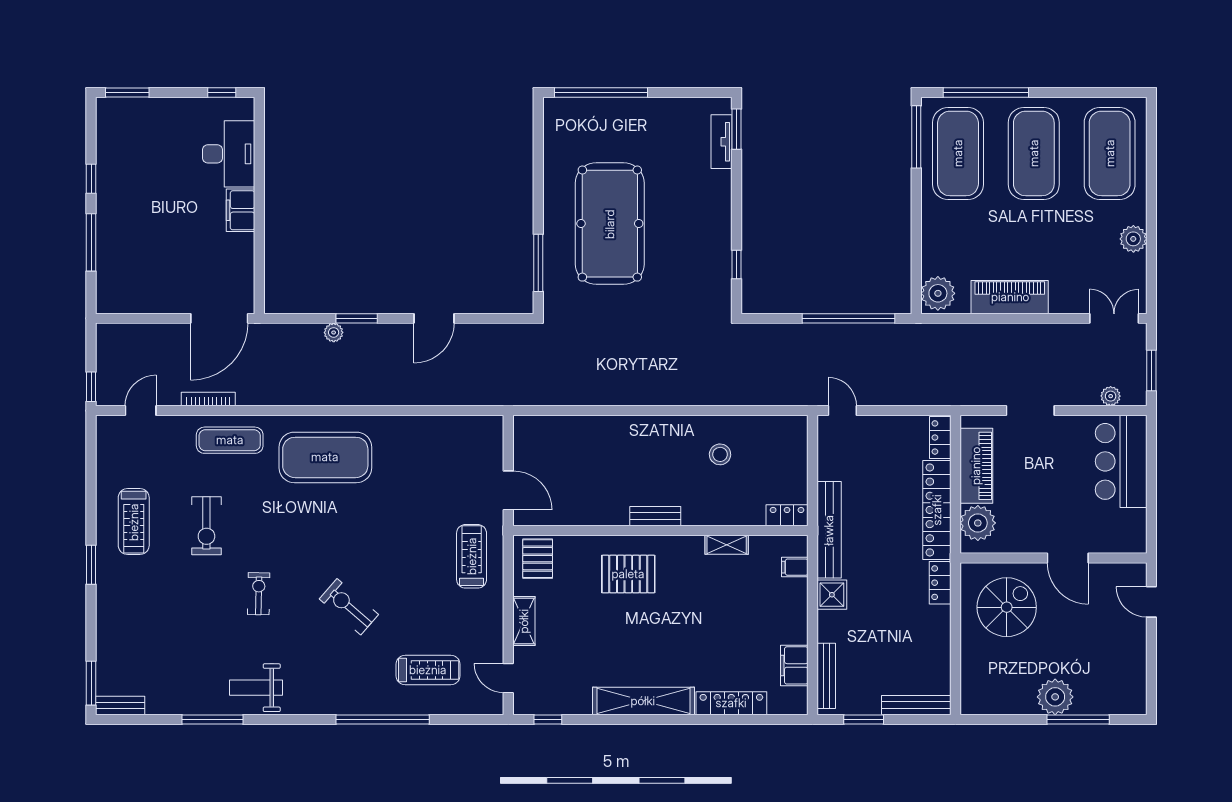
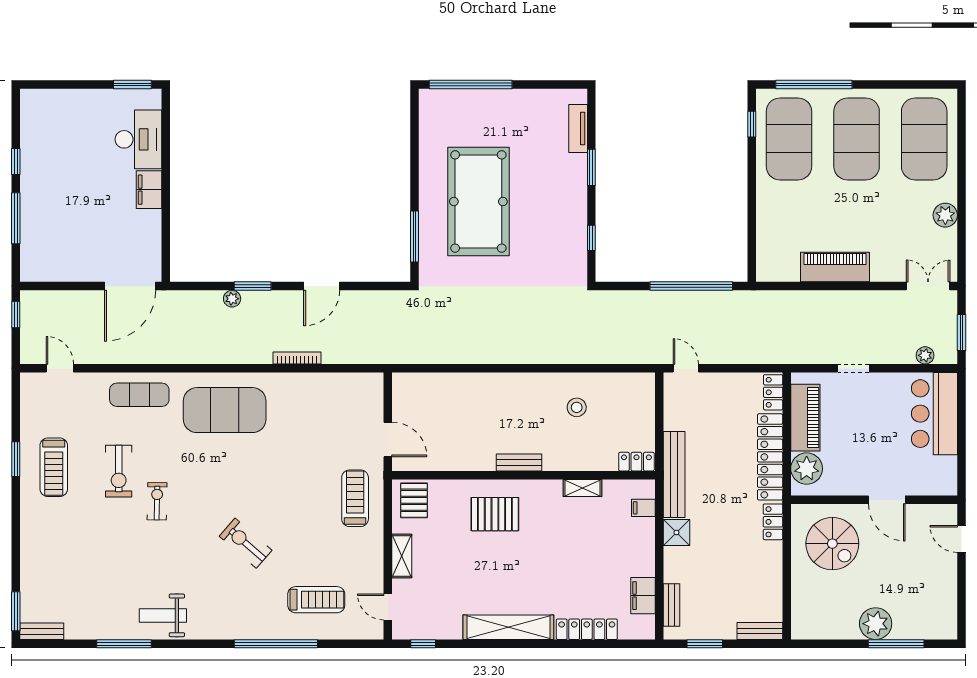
window: (127, 92) -> (48, 85), removed
window: (222, 92) -> (132, 85), width x1.50
window: (736, 129) -> (591, 167), moved
window: (916, 137) -> (752, 124), width x0.46
plant: (938, 293) -> (771, 264), removed
window: (91, 387) -> (16, 315), moved
bookcase: (208, 399) -> (297, 358), moved
door: (141, 411) -> (60, 368), hinge flipped
doorway: (1030, 411) -> (853, 368), width x0.73
window: (91, 565) -> (16, 459), moved
exercise bike: (259, 594) -> (157, 501), moved
spiral stairs: (1007, 607) -> (832, 544), turned 90
bench: (826, 676) -> (671, 605), width x0.73
bench: (916, 705) -> (760, 631), width x0.73

